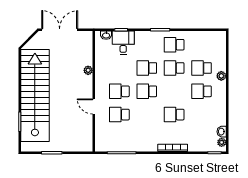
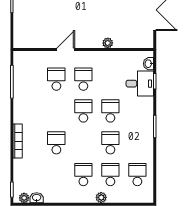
school desk: (174, 45) -> (137, 175), moved

